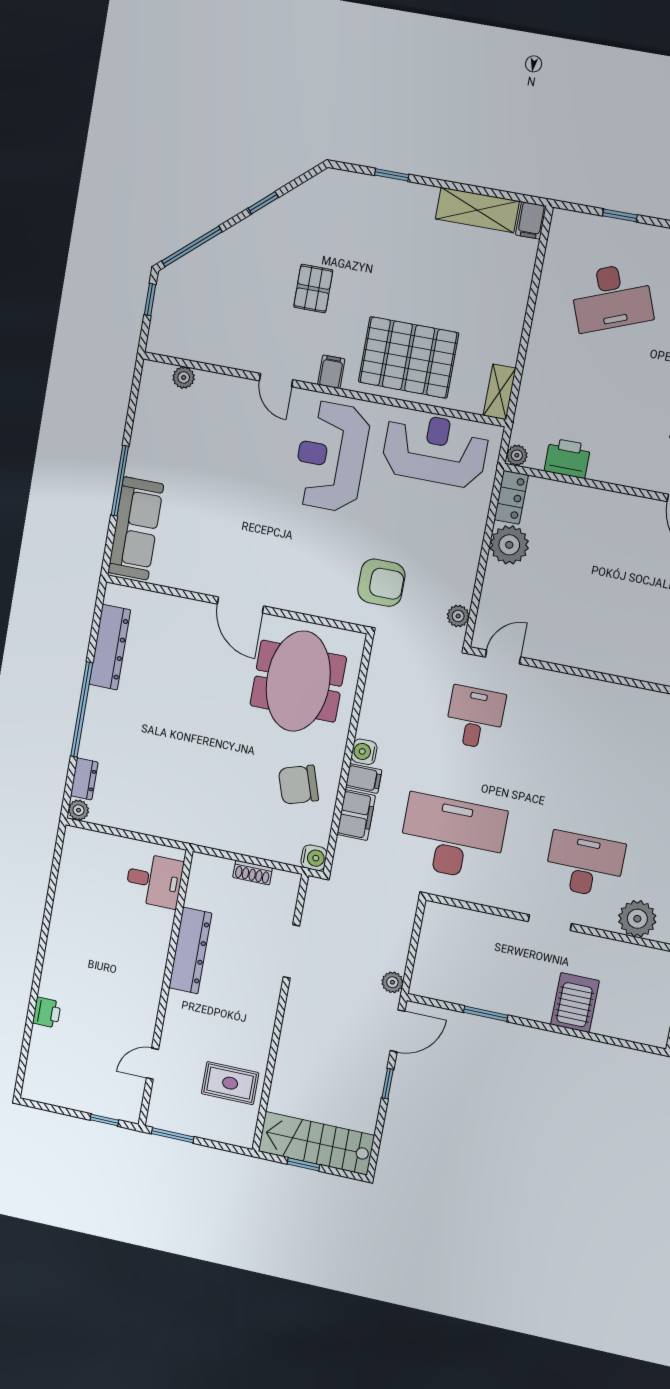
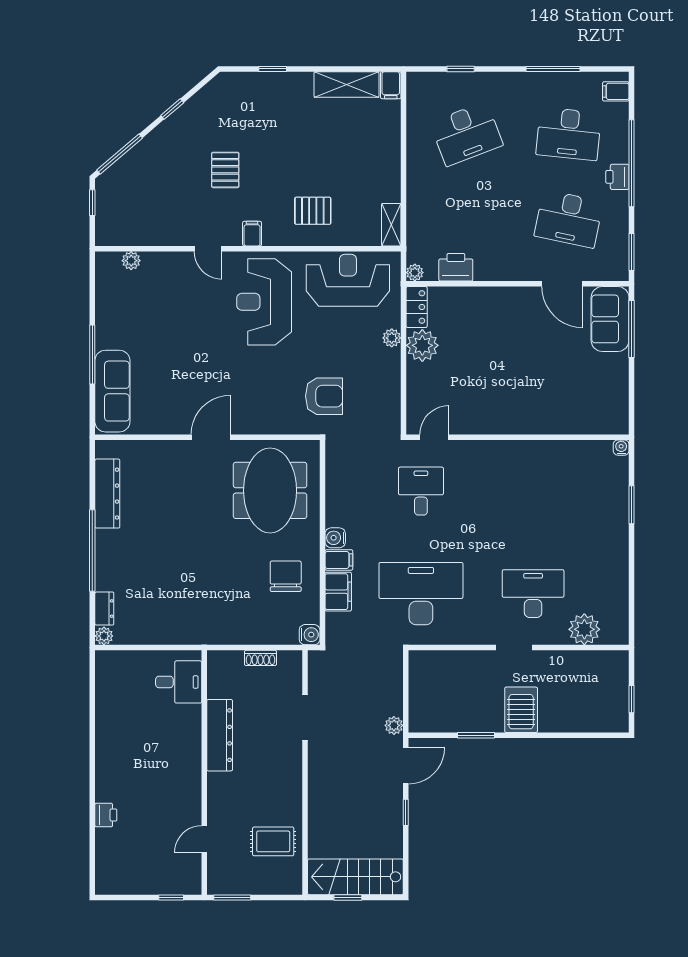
pallet: (409, 357) -> (313, 211), width x0.49, depth x0.50
door: (240, 605) -> (211, 437), swing flipped
plant: (458, 616) -> (392, 338), moved
chair: (298, 785) -> (286, 576), turned 108
server rack: (575, 1003) -> (521, 710), moved

